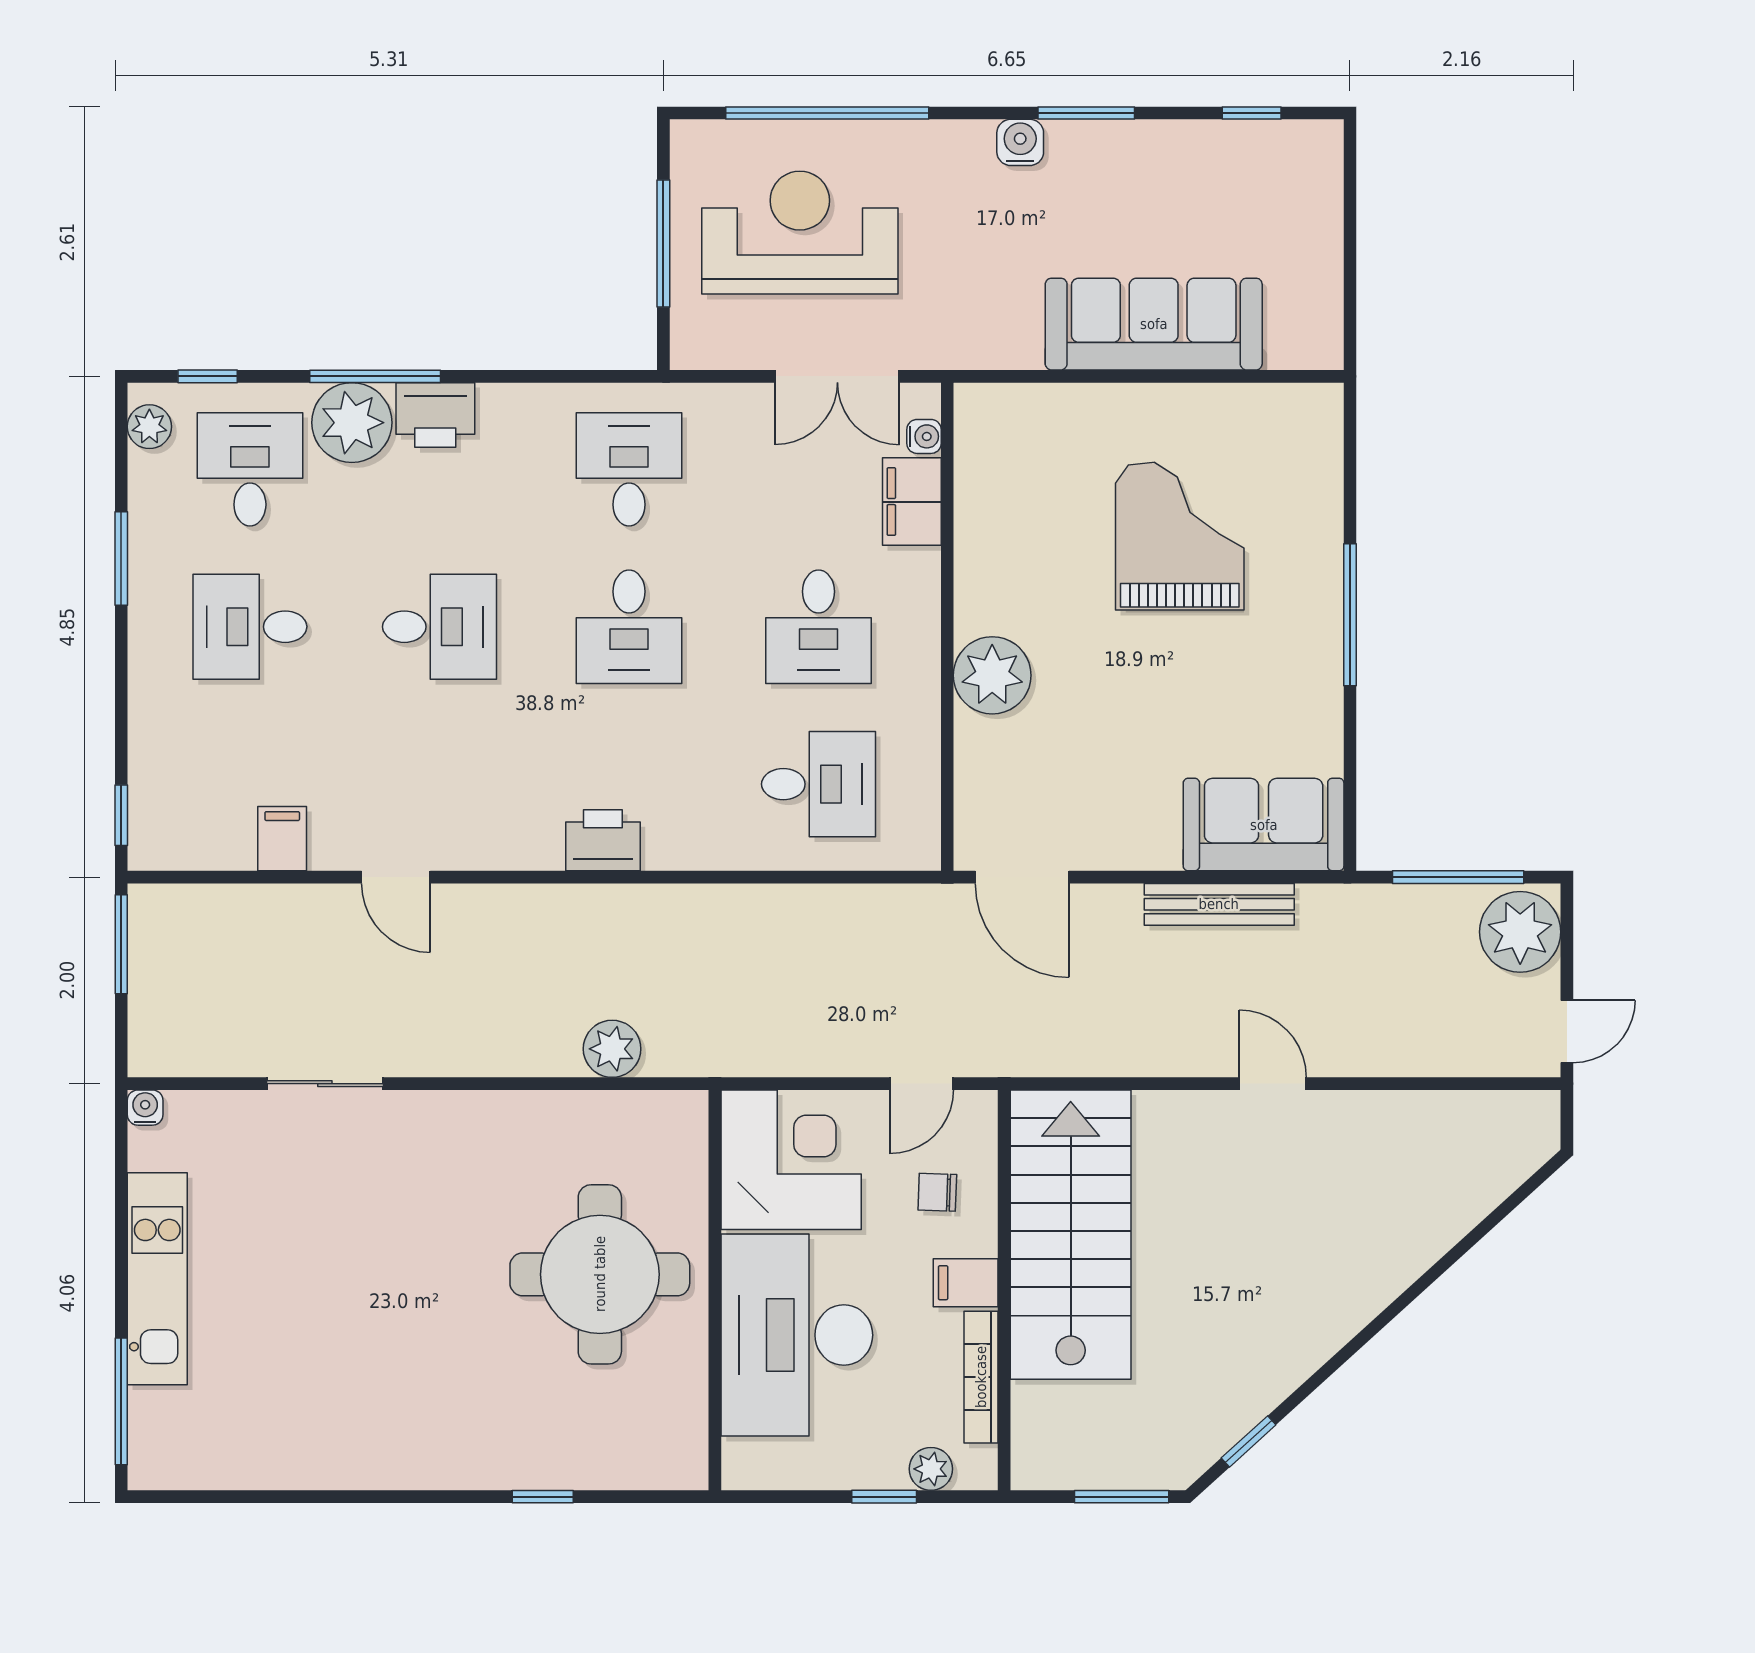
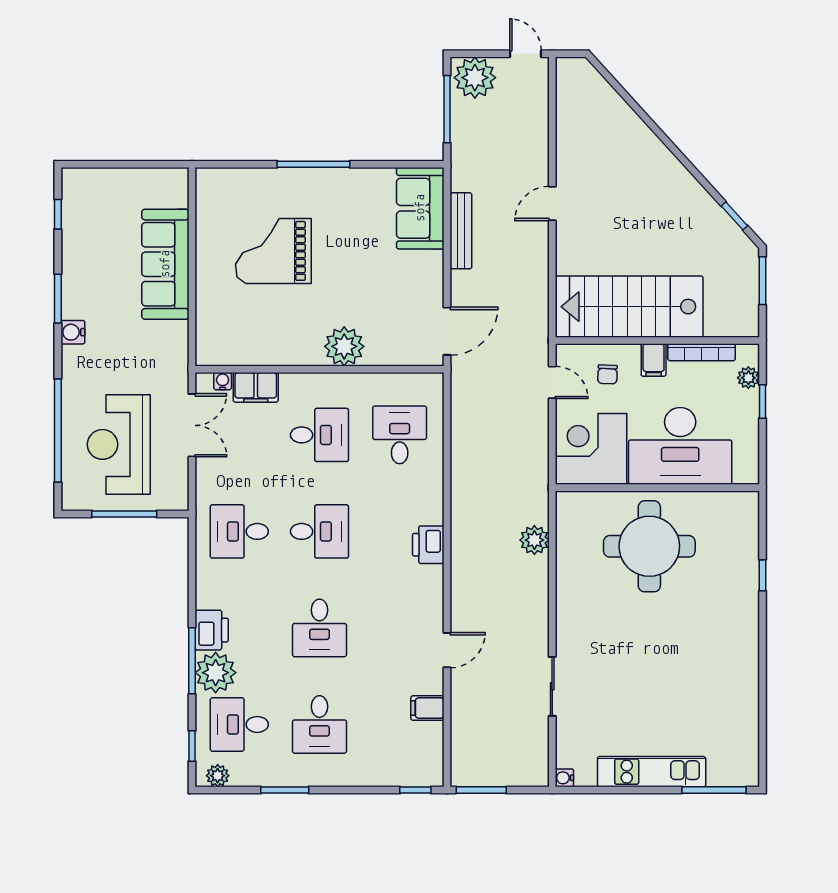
desk: (439, 627) -> (319, 628), turned 180

